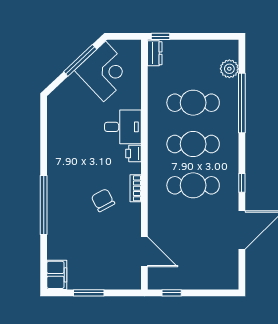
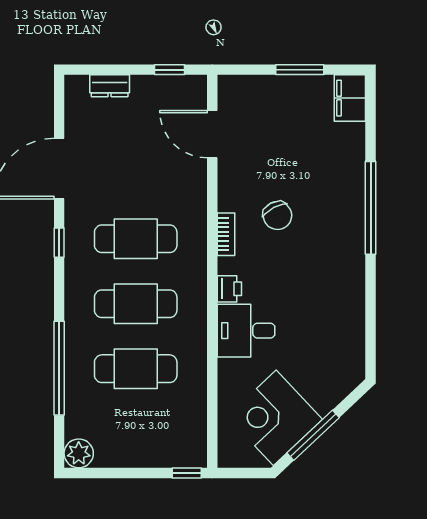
dresser: (155, 53) -> (110, 86), moved, turned -90
plant: (229, 69) -> (79, 453), moved

